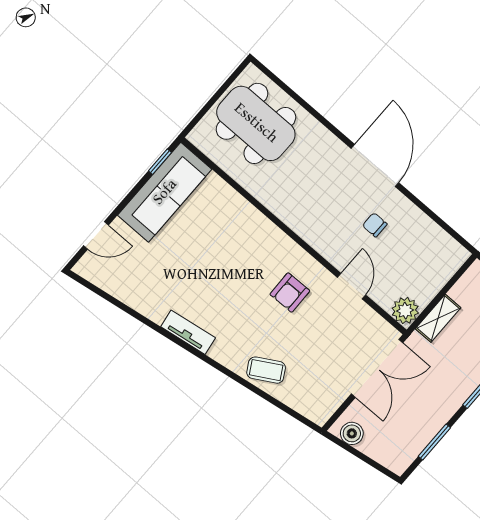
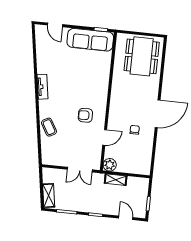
double door: (377, 368) -> (80, 170), width x0.73
boiler: (352, 433) -> (48, 177), removed
shelving: (384, 454) -> (49, 196), added

